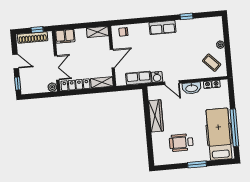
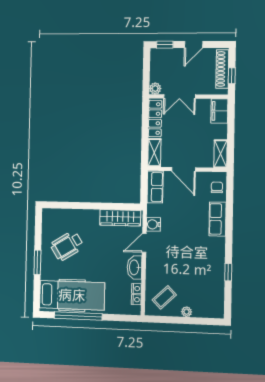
row of seats: (162, 27) -> (218, 219), moved
row of seats: (138, 78) -> (155, 187), moved
wardrobe: (156, 116) -> (120, 218), moved
wheelchair: (181, 143) -> (67, 246), turned -122

